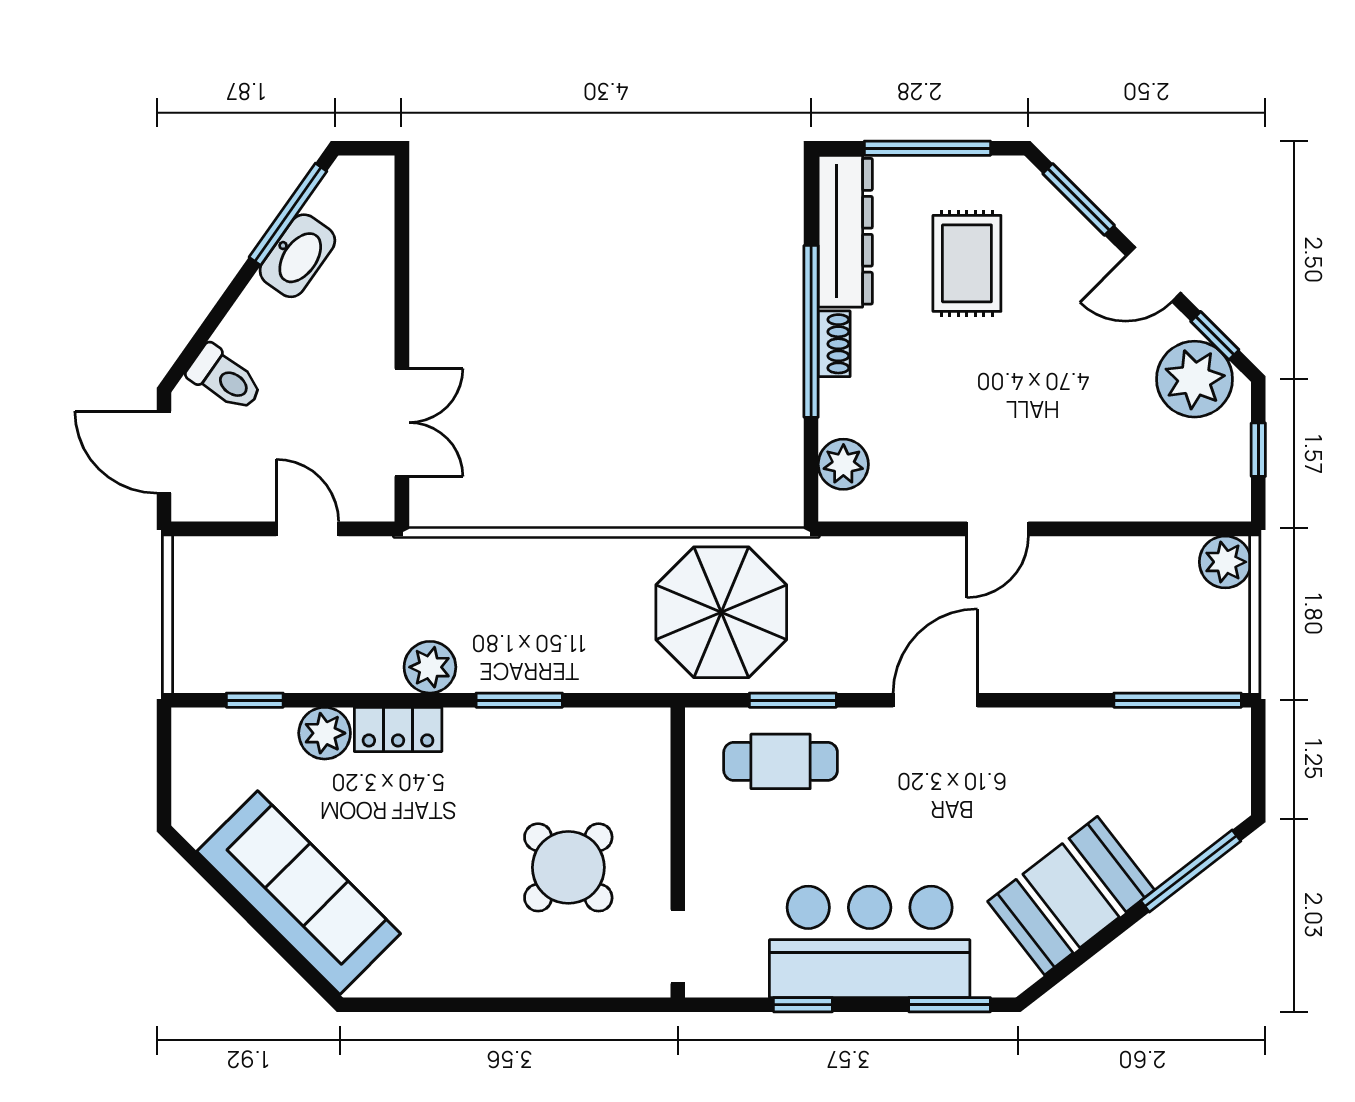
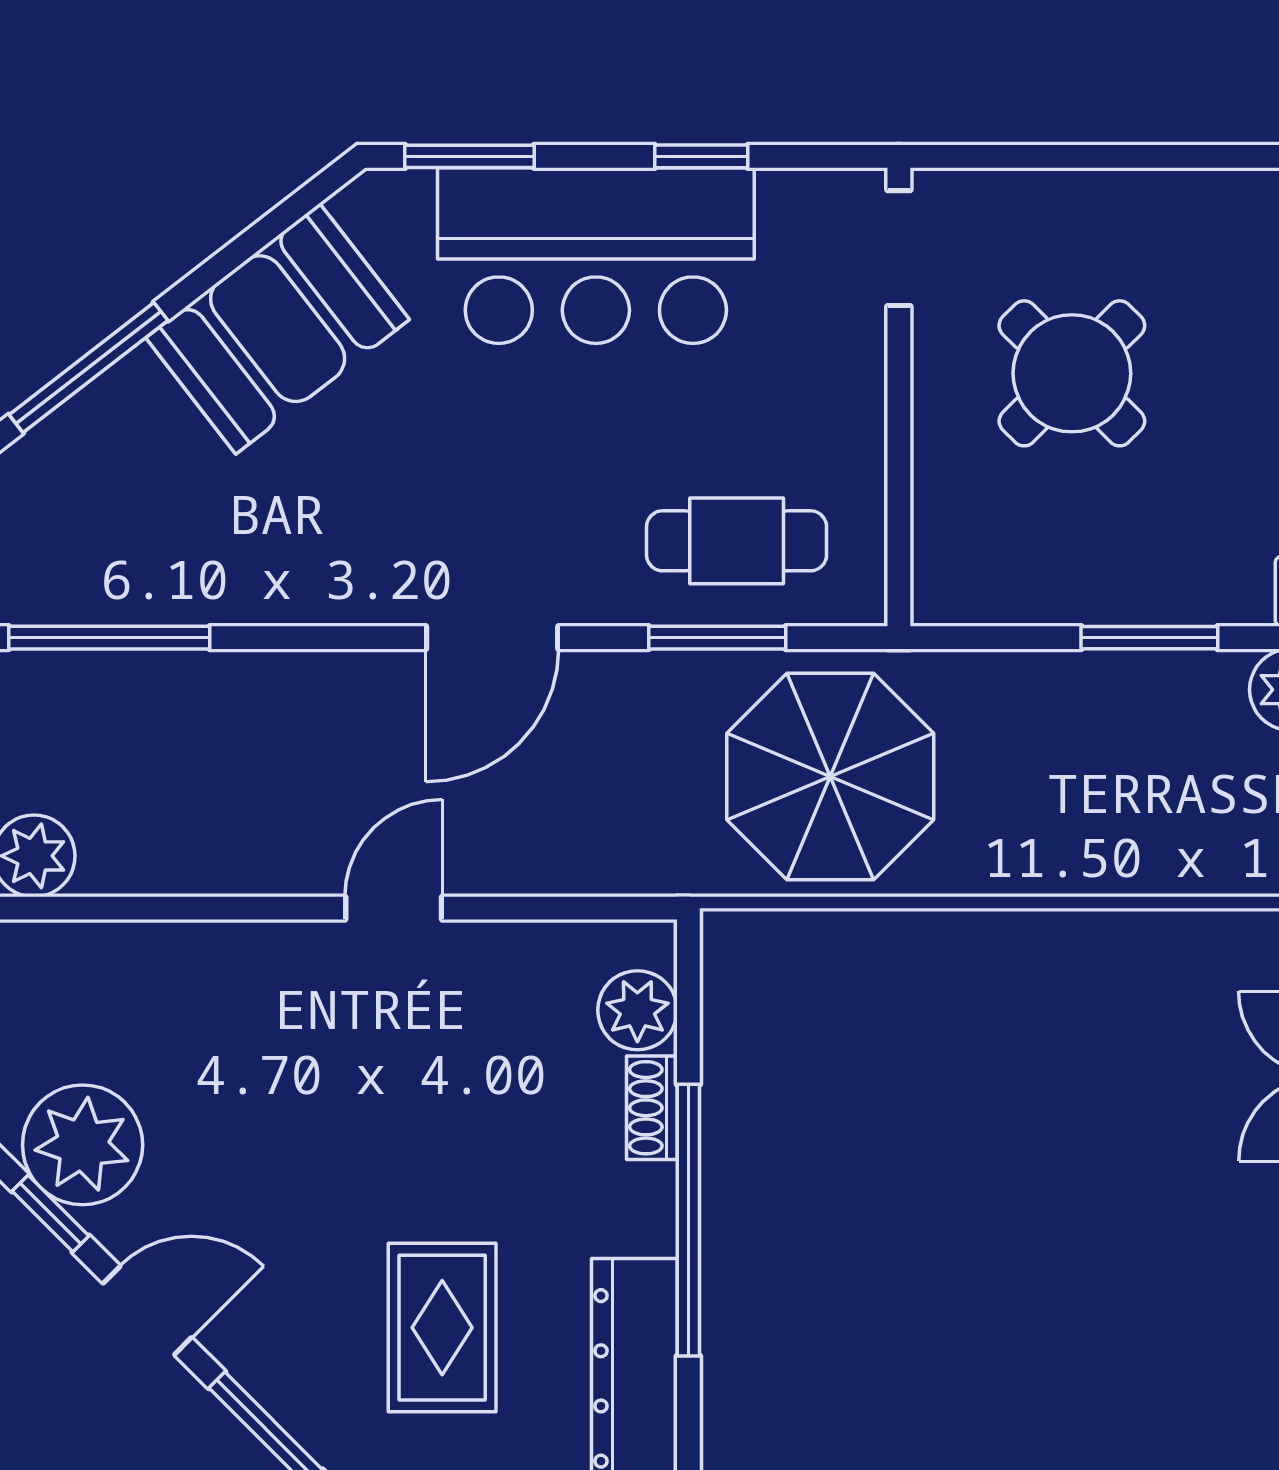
shoe rack: (834, 344) -> (652, 1108), moved

